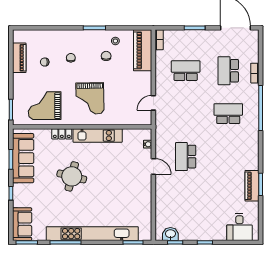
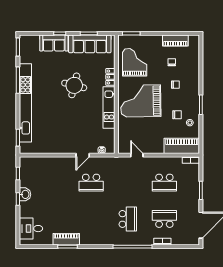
school desk: (186, 71) -> (164, 183), turned 90
grand piano: (90, 98) -> (141, 101), width x1.37, depth x1.48
school desk: (186, 157) -> (91, 183), turned 180
sofa: (22, 224) -> (54, 43), moved
washbasin: (170, 234) -> (25, 194), moved

